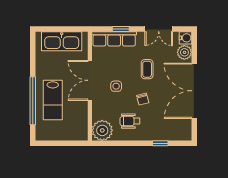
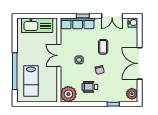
plant: (184, 52) -> (132, 94), moved
double door: (90, 80) -> (59, 55), width x0.73
double door: (194, 91) -> (140, 63), width x0.73
lab bench: (53, 100) -> (31, 81), moved

